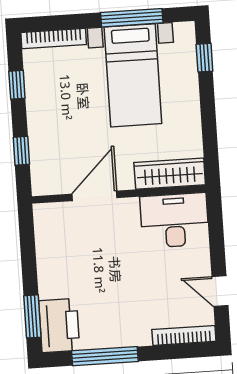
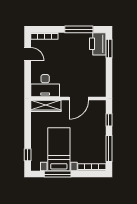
window: (17, 85) -> (109, 148), width x2.17

